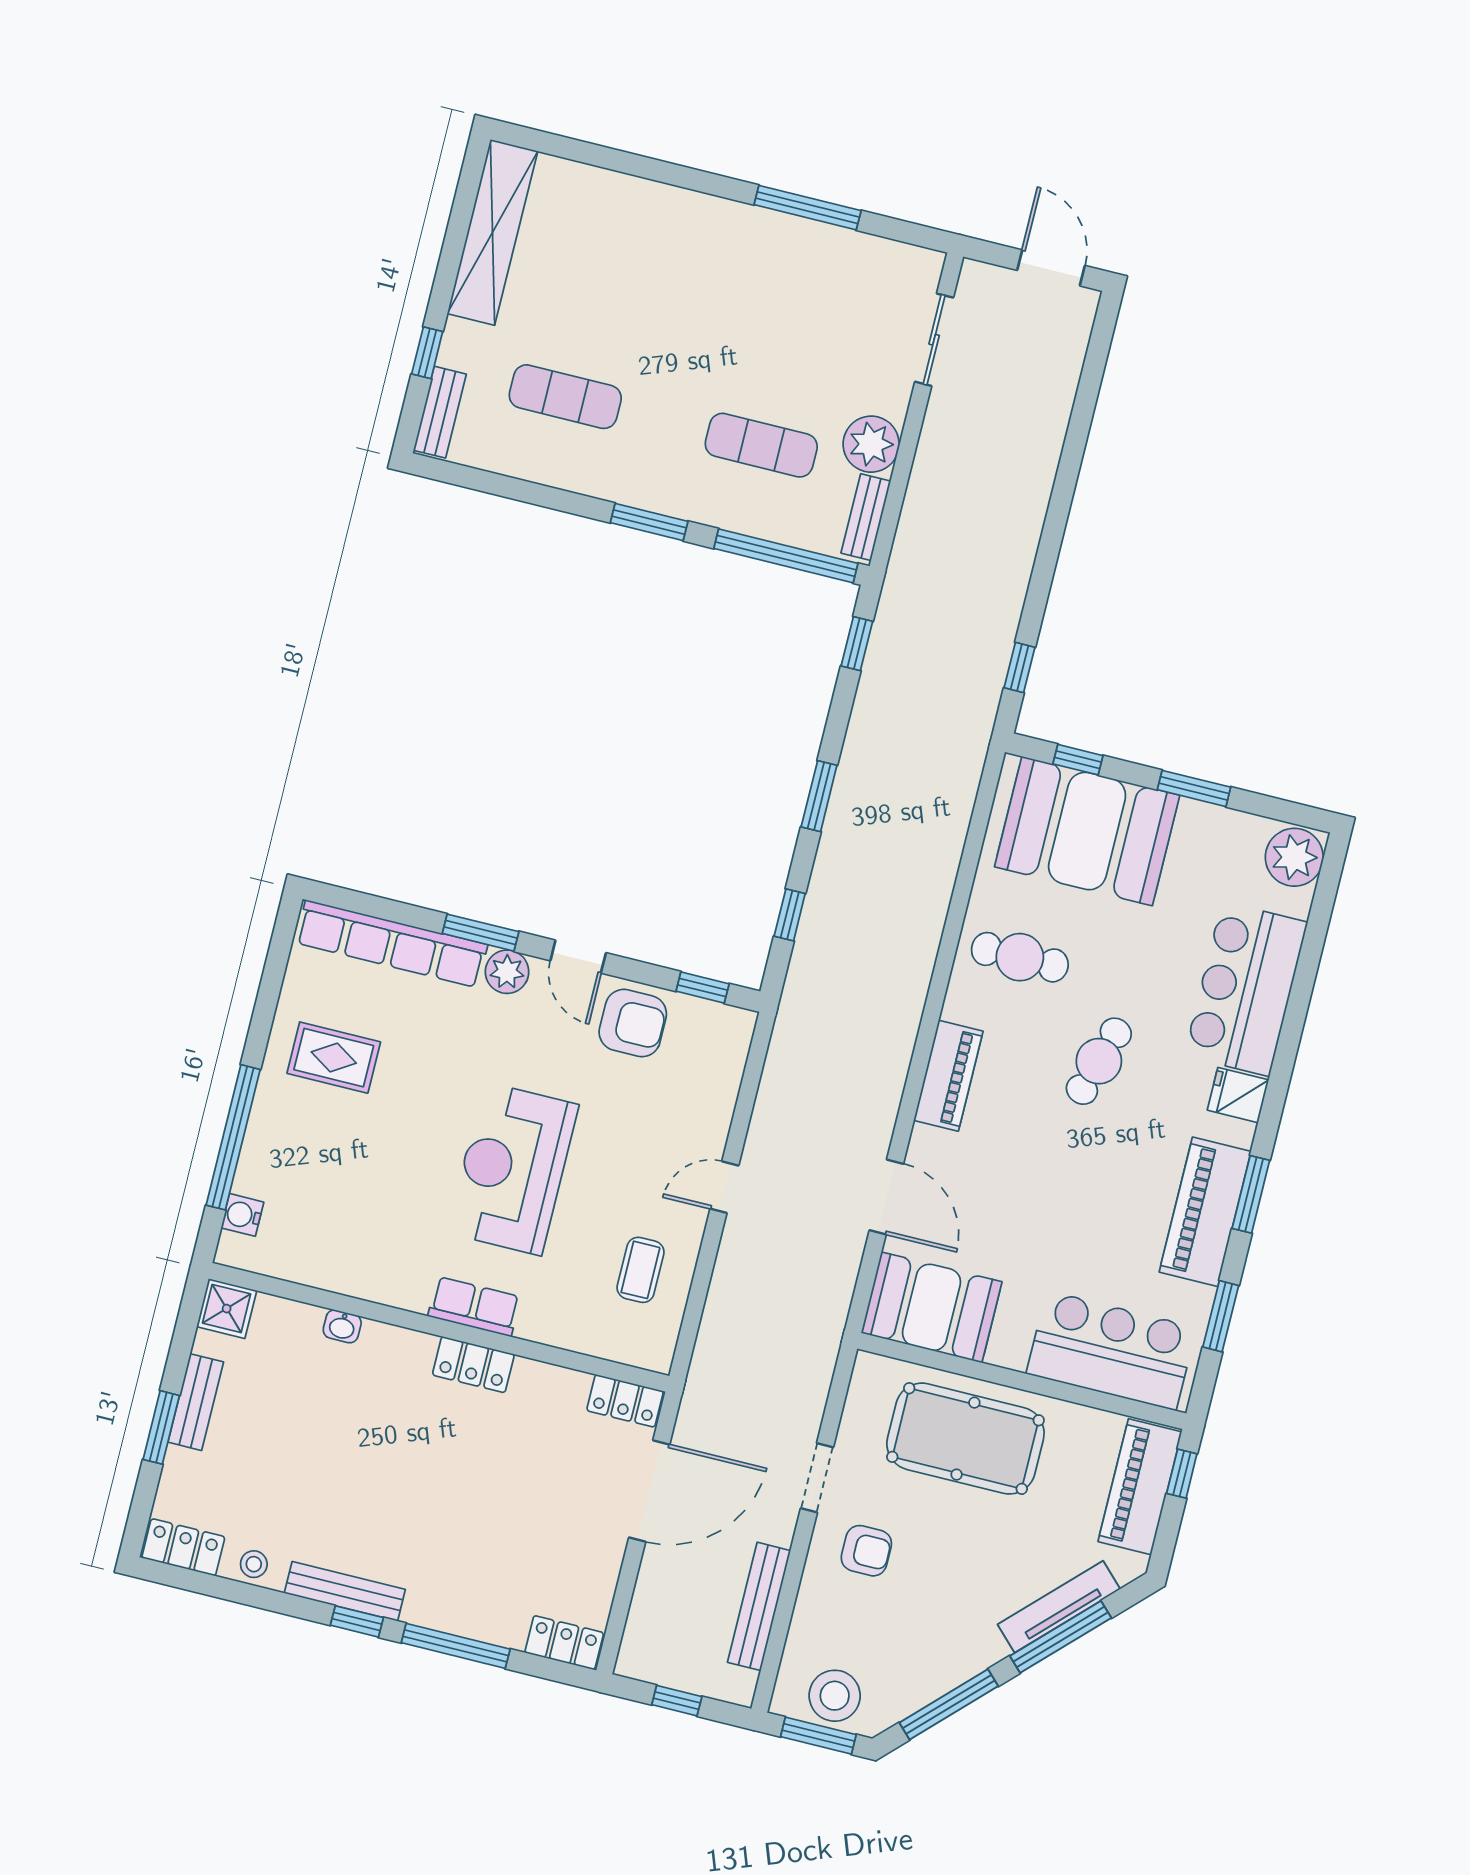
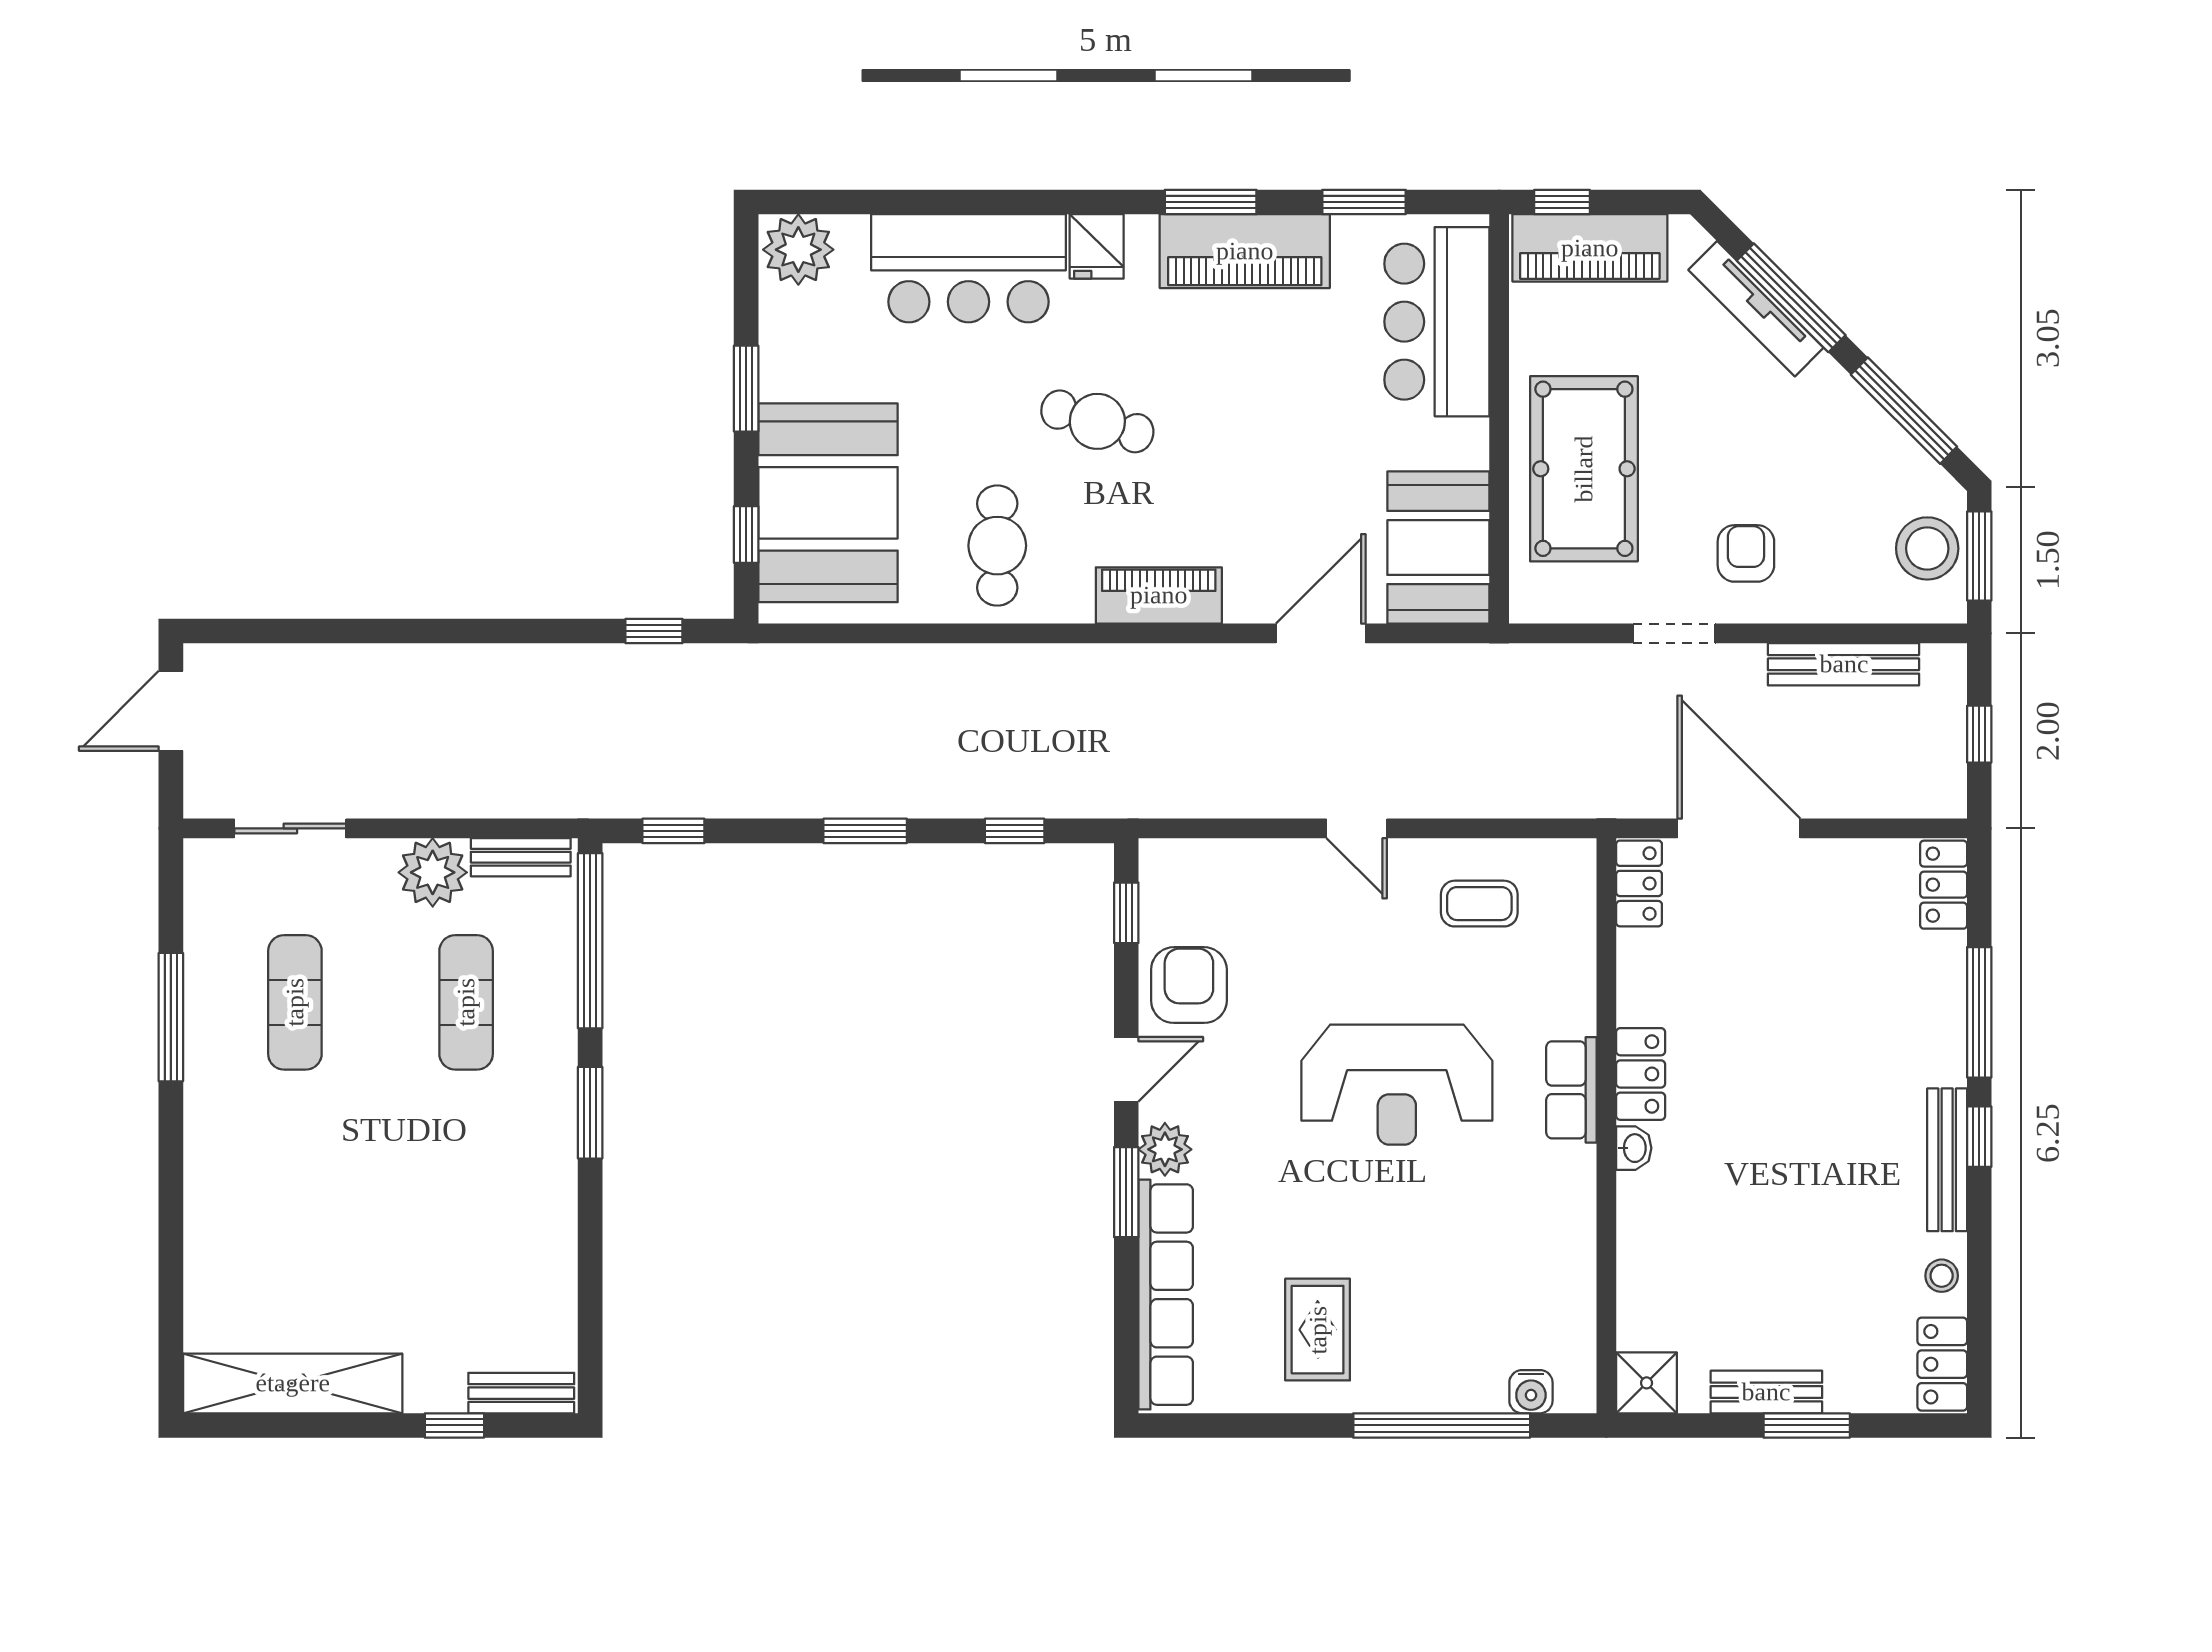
exercise mat: (565, 397) -> (295, 1002), moved
washbasin: (342, 1326) -> (1634, 1148), moved

